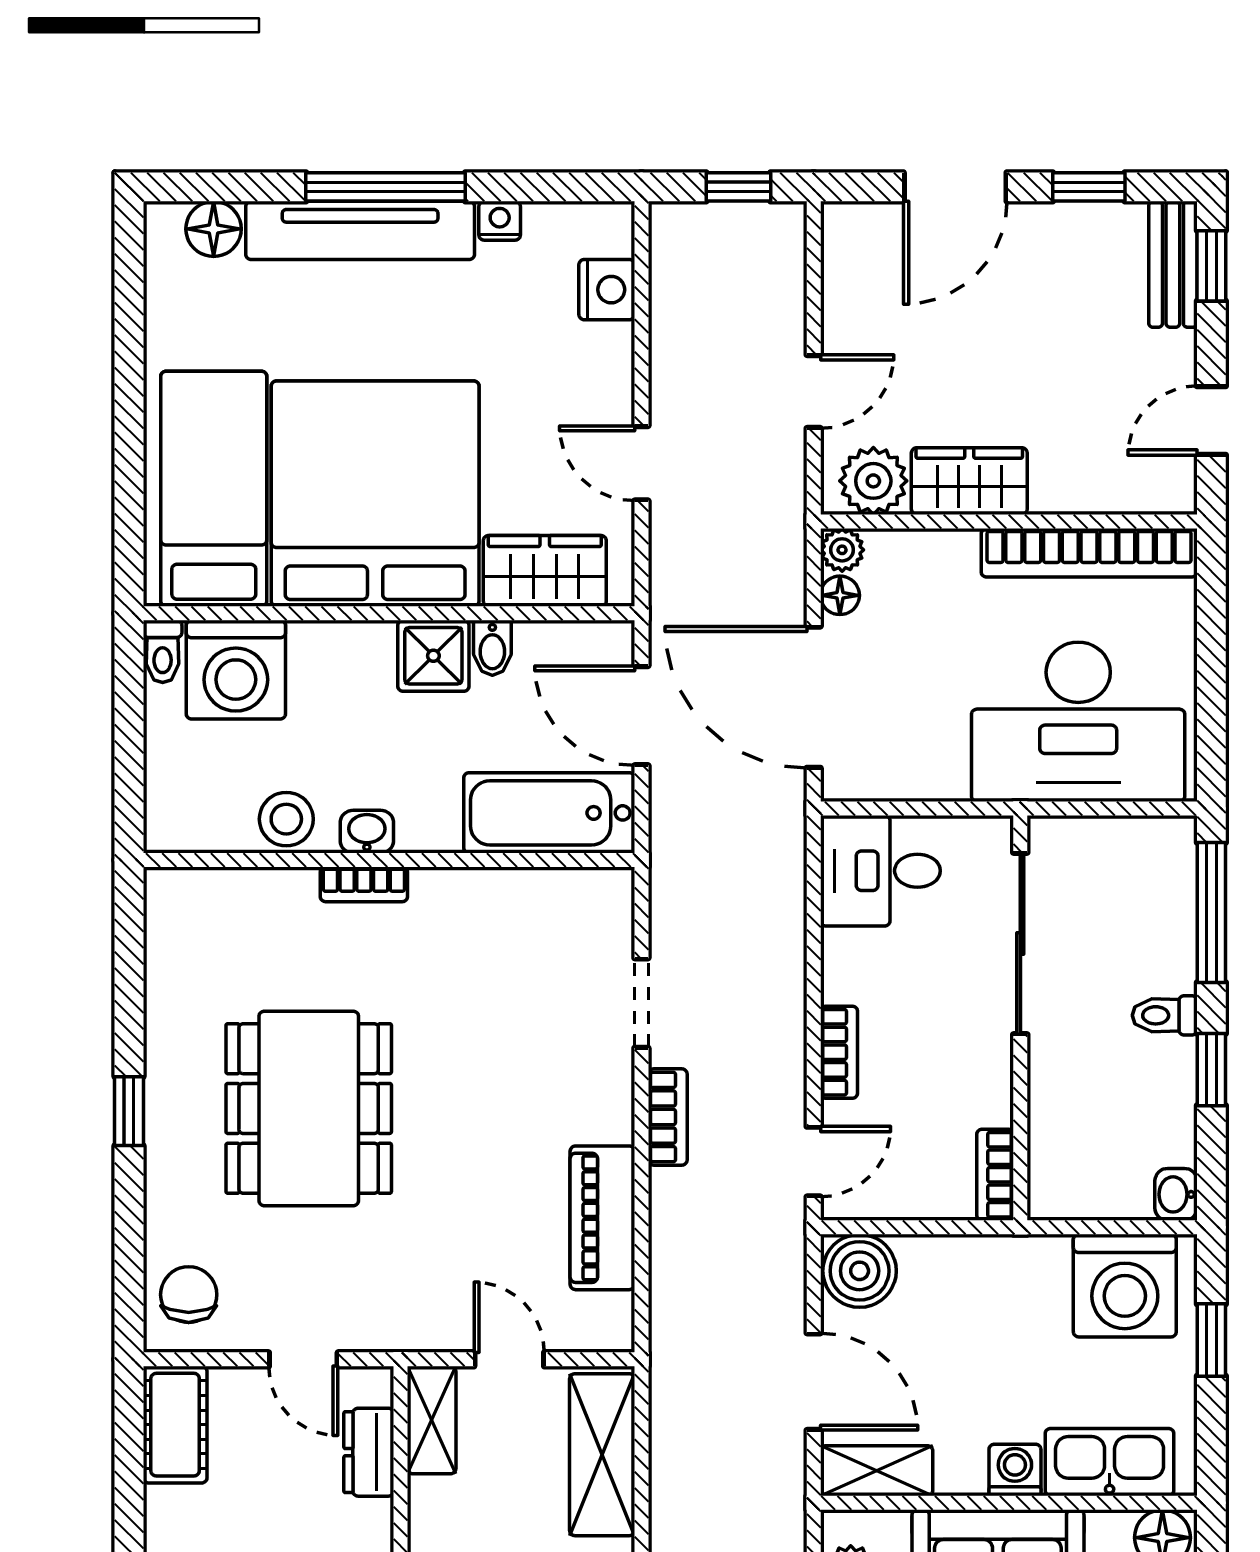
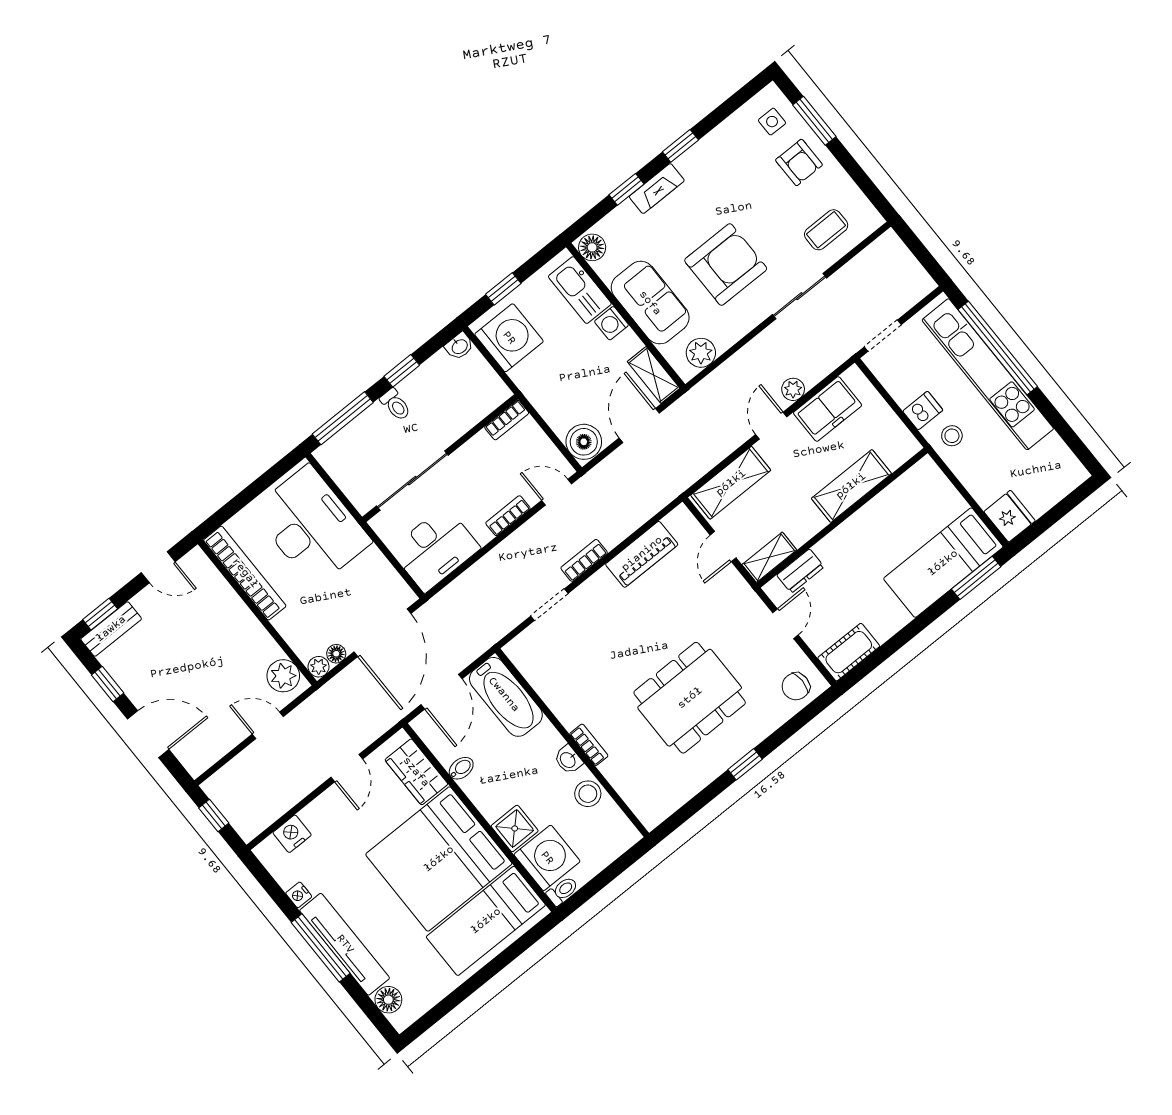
wardrobe: (969, 481) -> (254, 640), removed
shower: (433, 656) -> (515, 828), moved
desk: (880, 871) -> (435, 549), width x1.37

